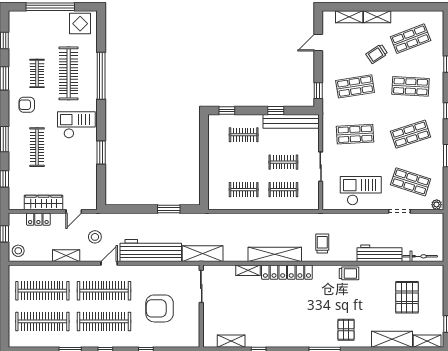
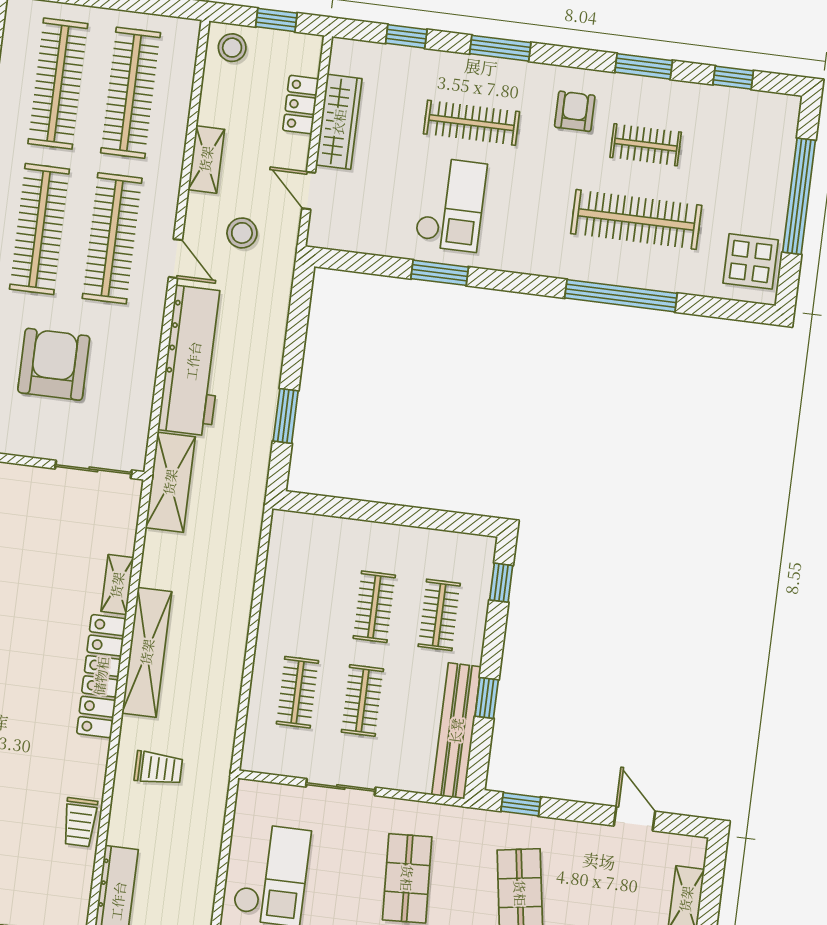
checkout: (76, 125) -> (451, 204), moved
clothes rail: (244, 190) -> (374, 607), moved

